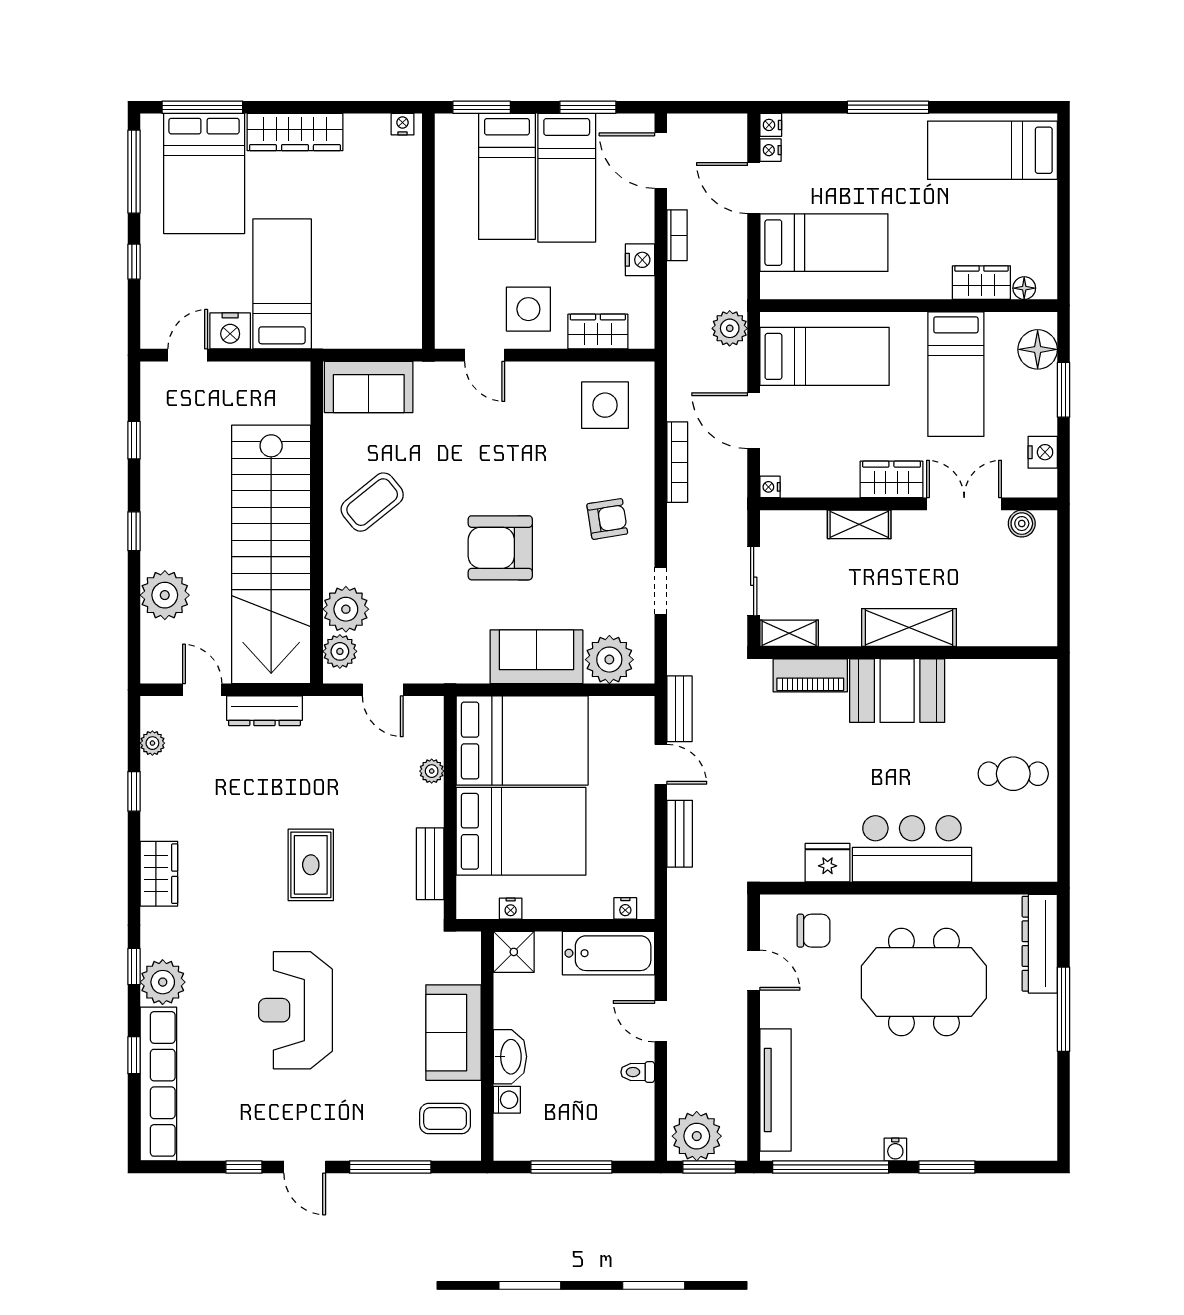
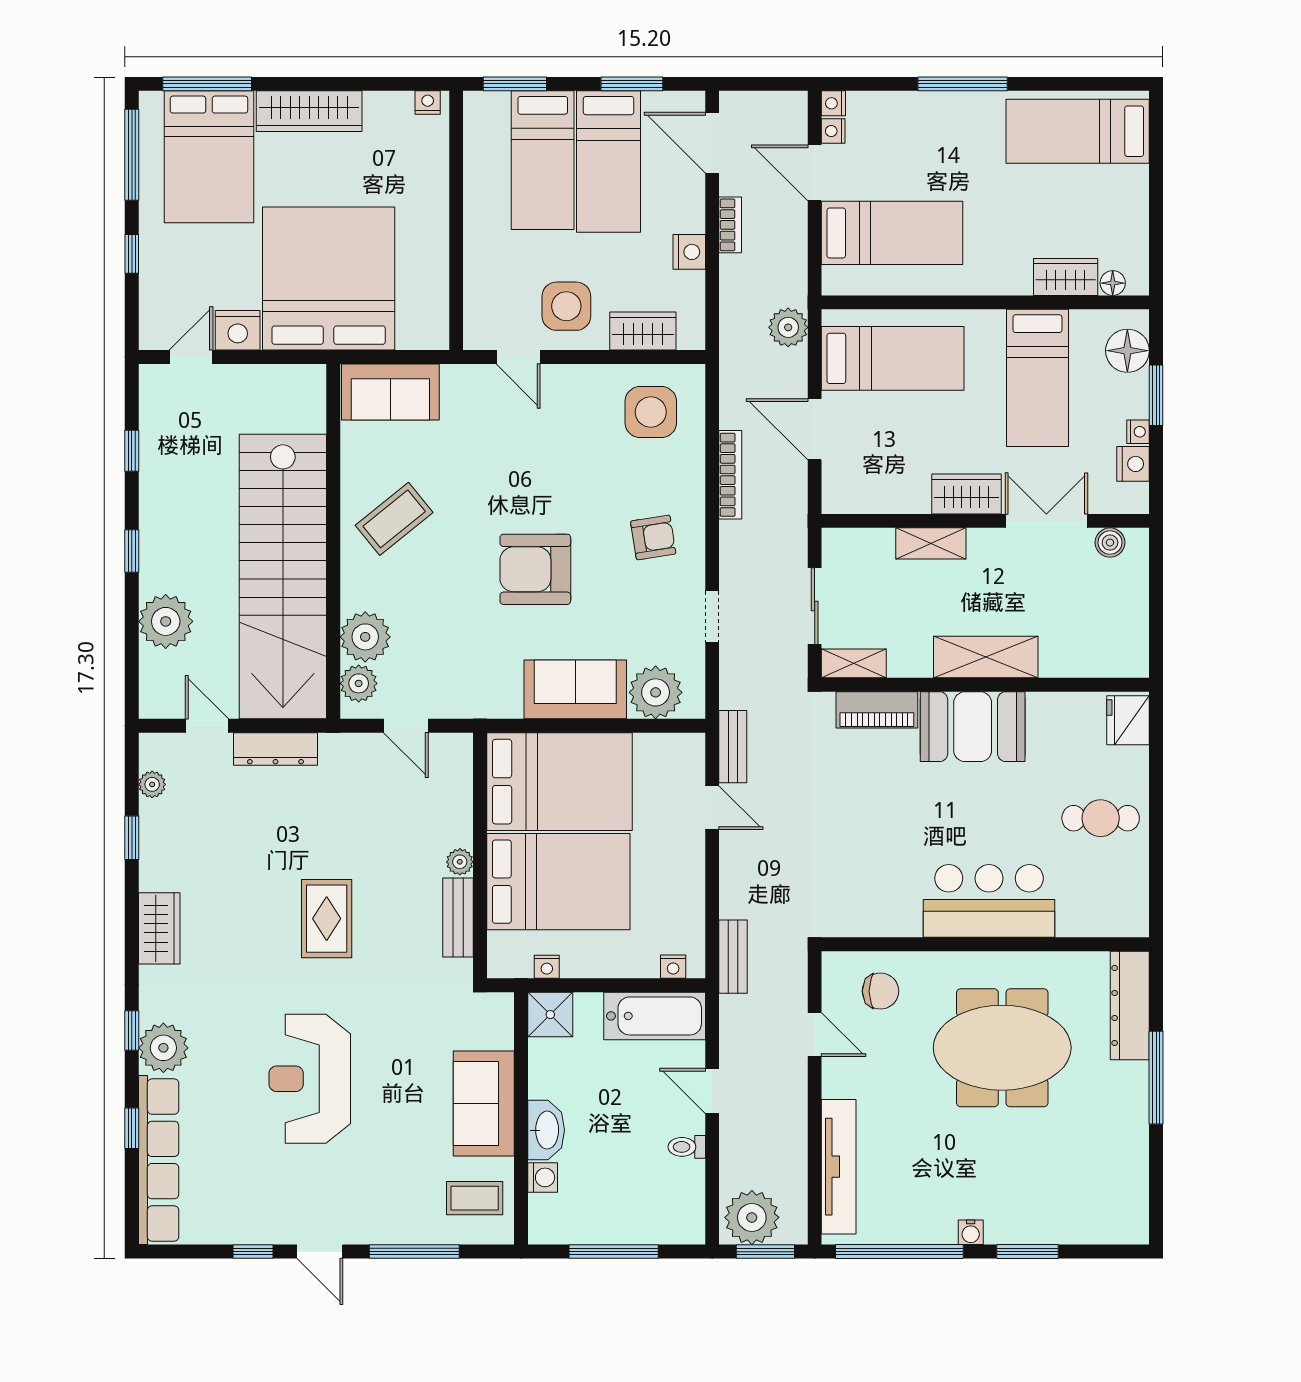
bed: (282, 284) -> (329, 279), width x2.04
nightstand: (770, 487) -> (1138, 432), moved, turned 180
plant: (432, 771) -> (460, 862), moved
bench: (680, 834) -> (733, 957), moved
fridge: (828, 863) -> (1128, 720), moved, turned -90

